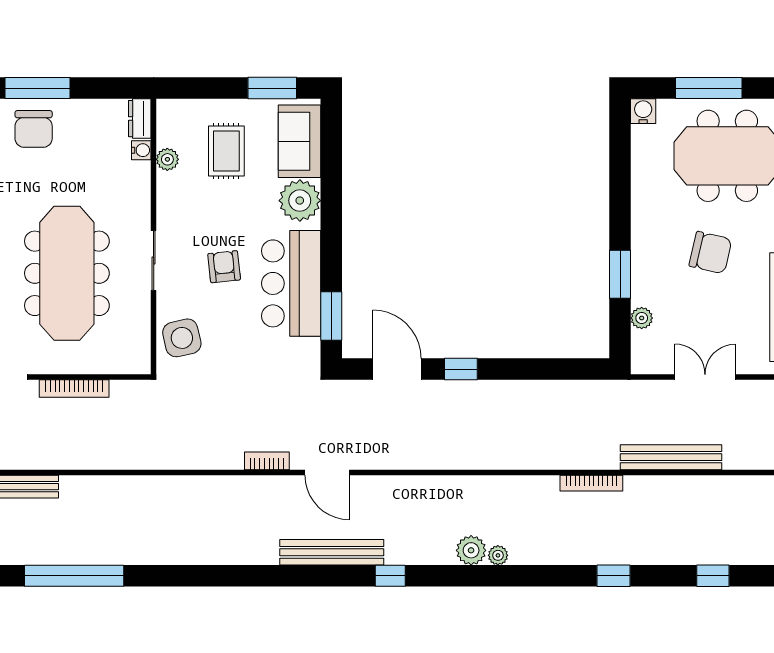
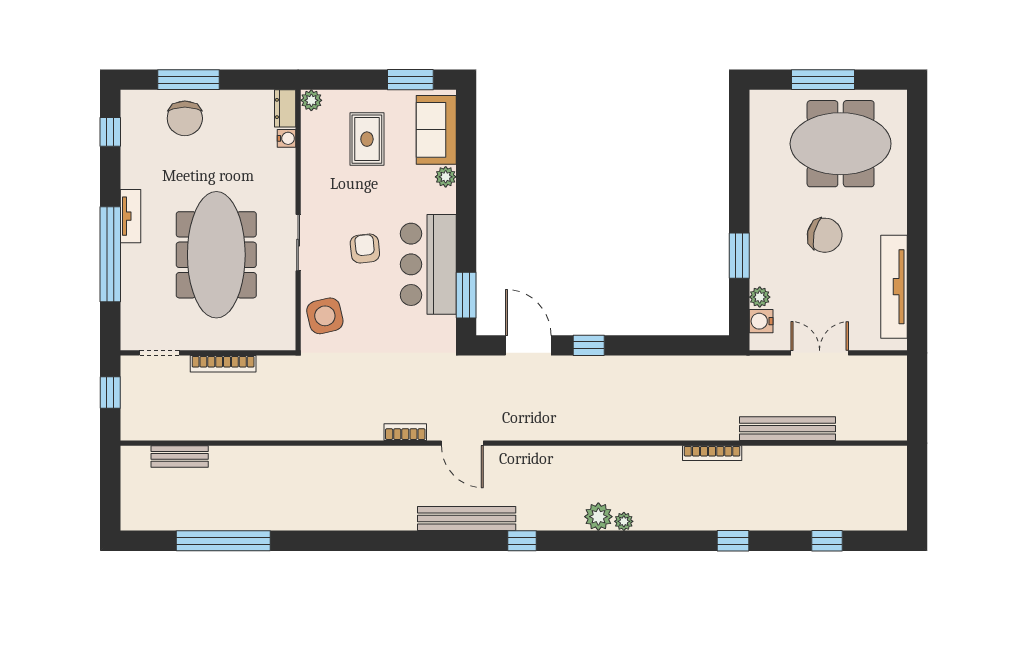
water cooler: (643, 111) -> (761, 321), moved, turned -90
plant: (167, 159) -> (311, 100), moved
plant: (300, 201) -> (446, 177), width x0.53, depth x0.53

